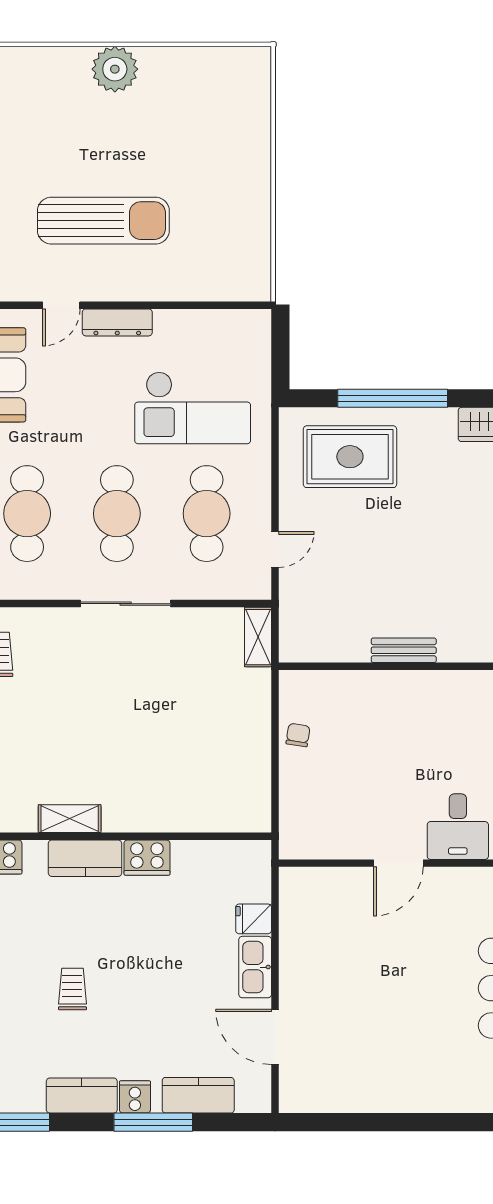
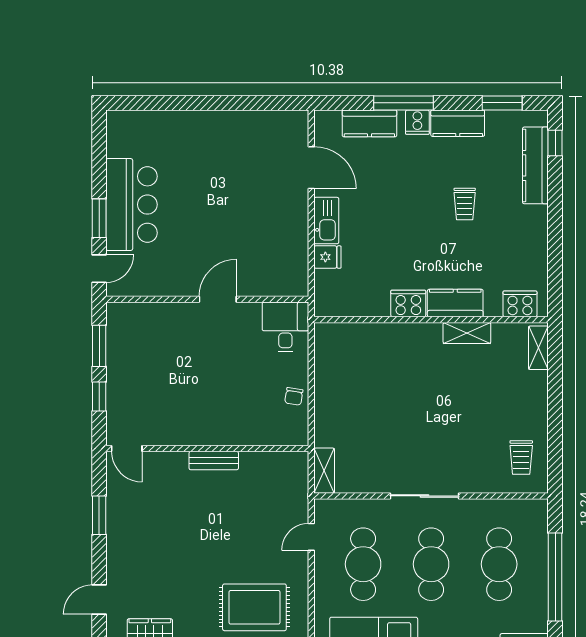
desk: (458, 827) -> (285, 327), moved

